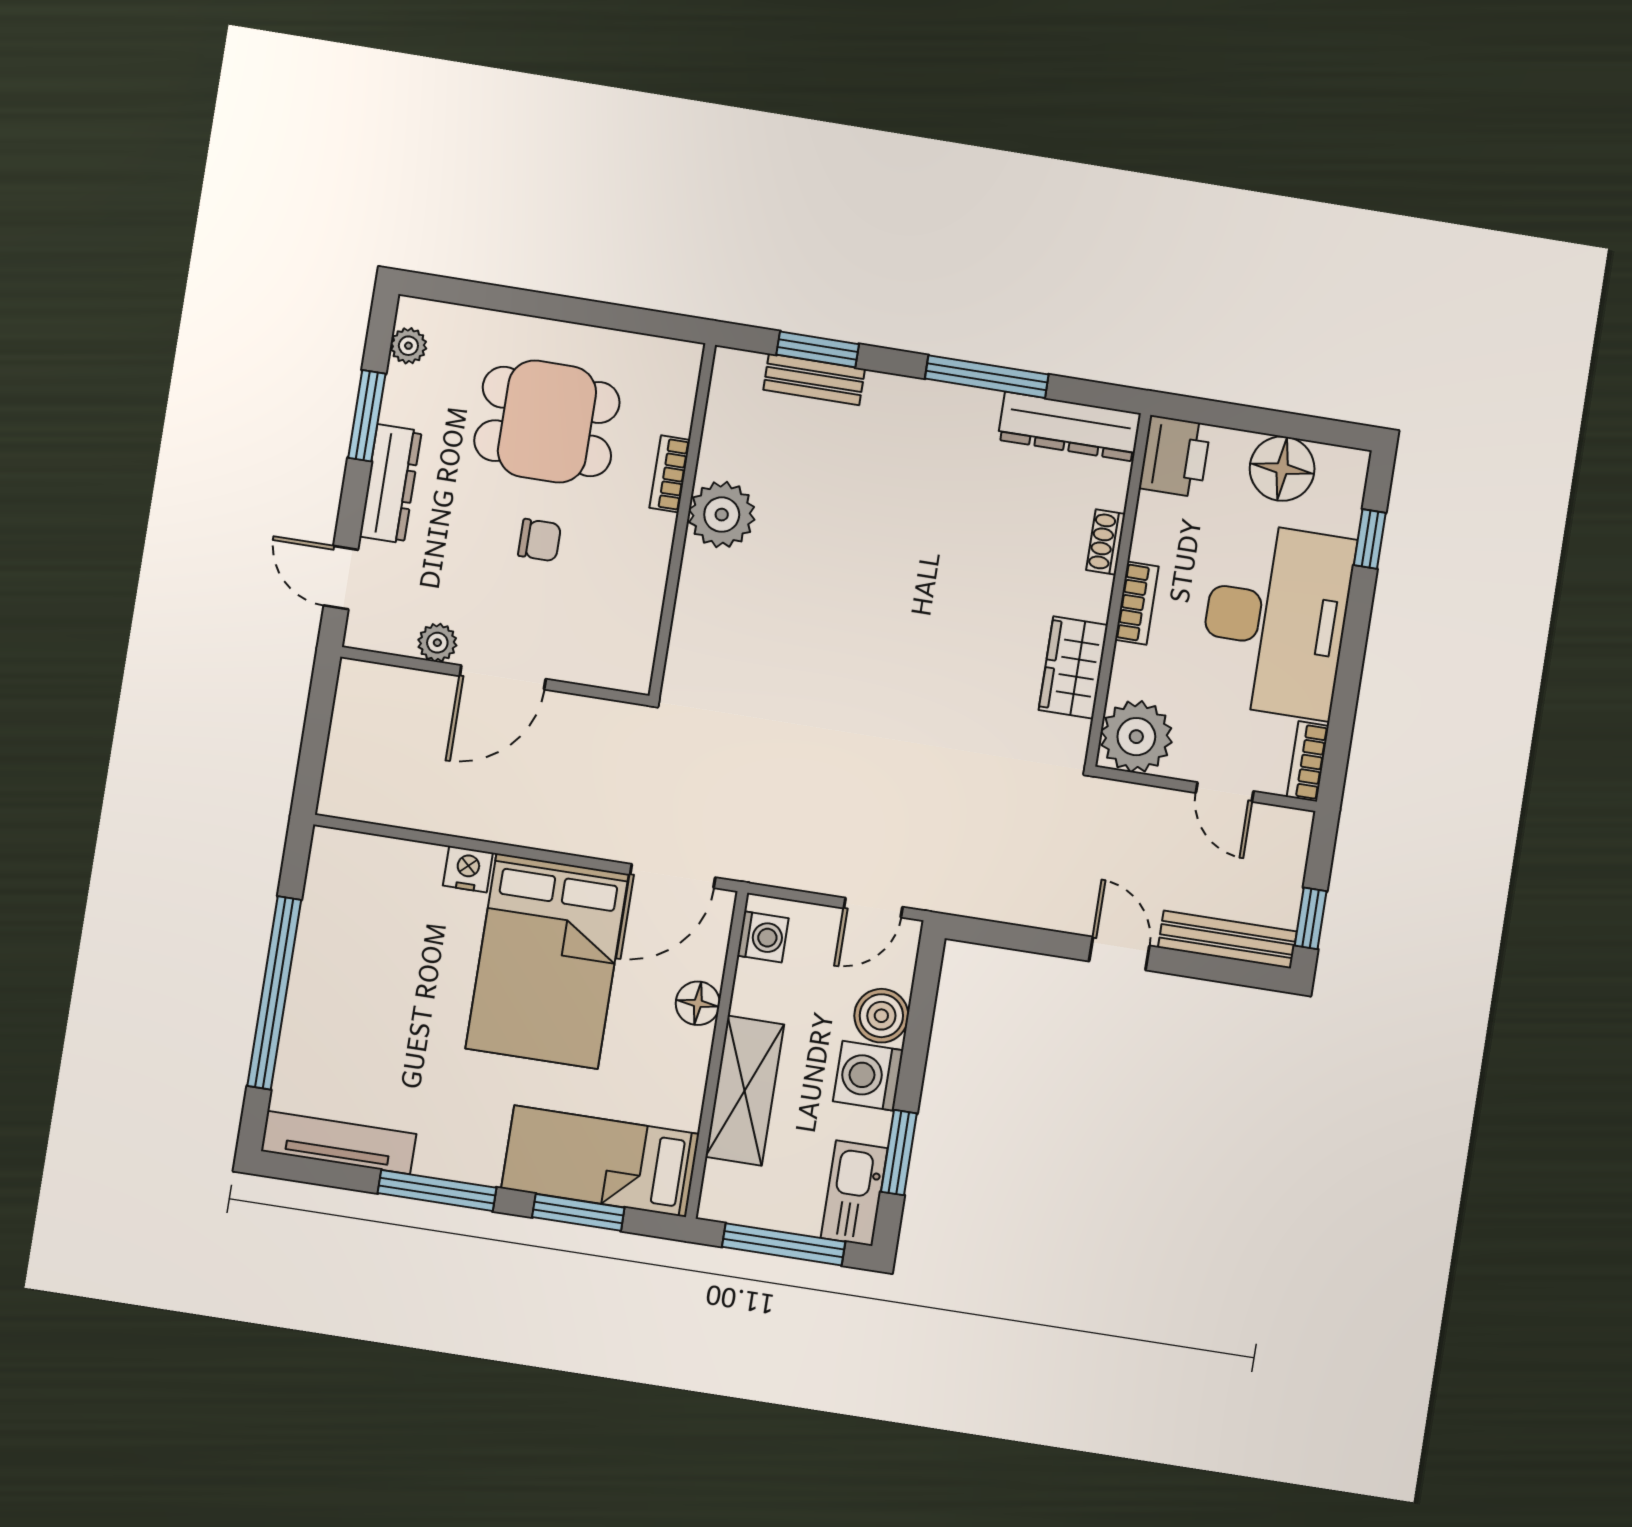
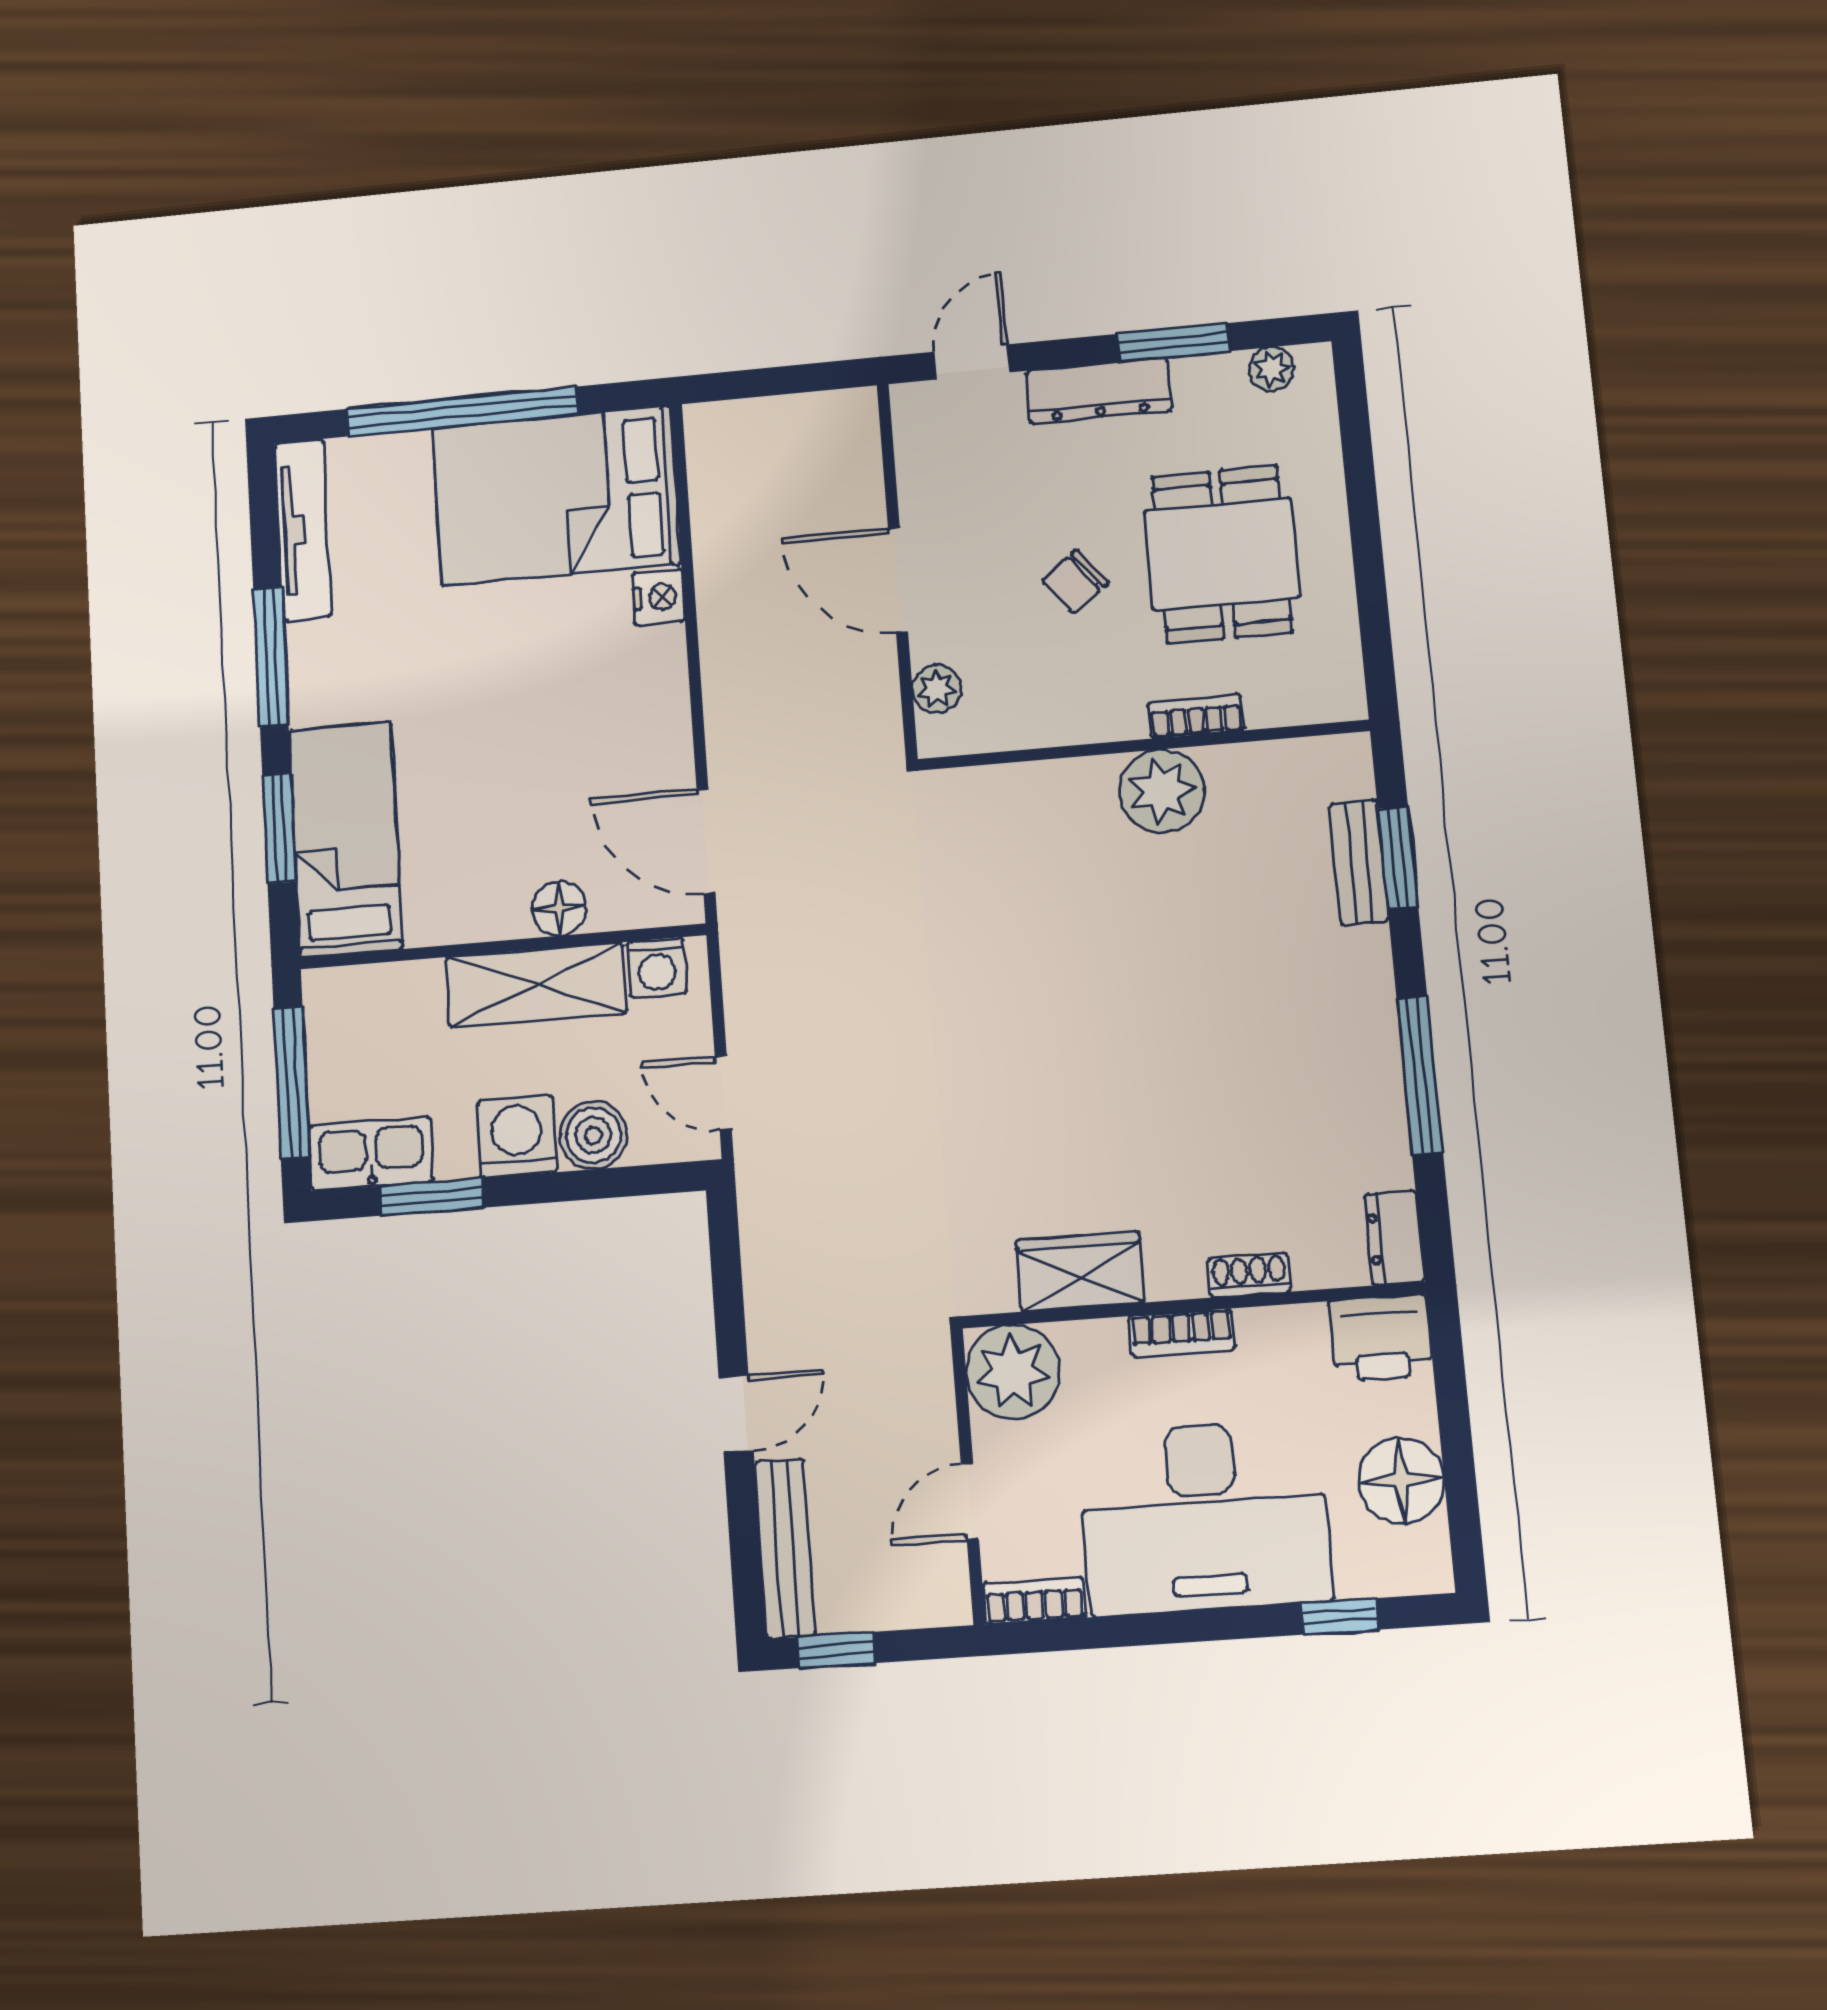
dresser: (1069, 427) -> (1394, 1238), width x0.51, depth x0.80
chair: (540, 540) -> (1075, 582), turned 52
plant: (437, 643) -> (937, 689), moved
bed: (547, 961) -> (556, 496), moved
shelving: (745, 1091) -> (536, 985), moved

